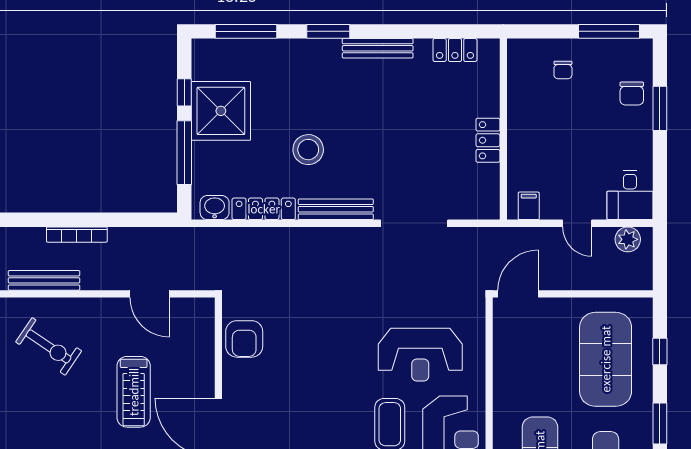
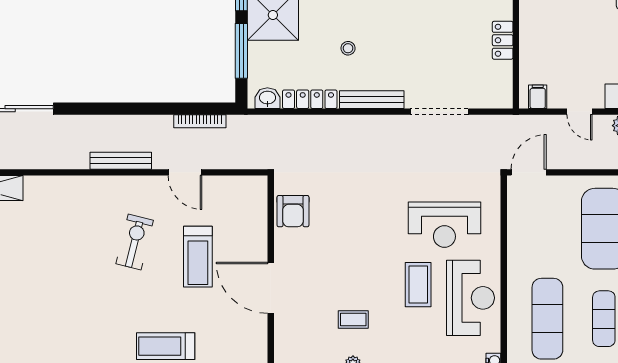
stool: (308, 150) -> (348, 48), width x0.53, depth x0.53
bookcase: (77, 235) -> (200, 121), moved
door: (150, 294) -> (185, 172), moved
exercise bike: (49, 346) -> (135, 242), moved, turned -110

